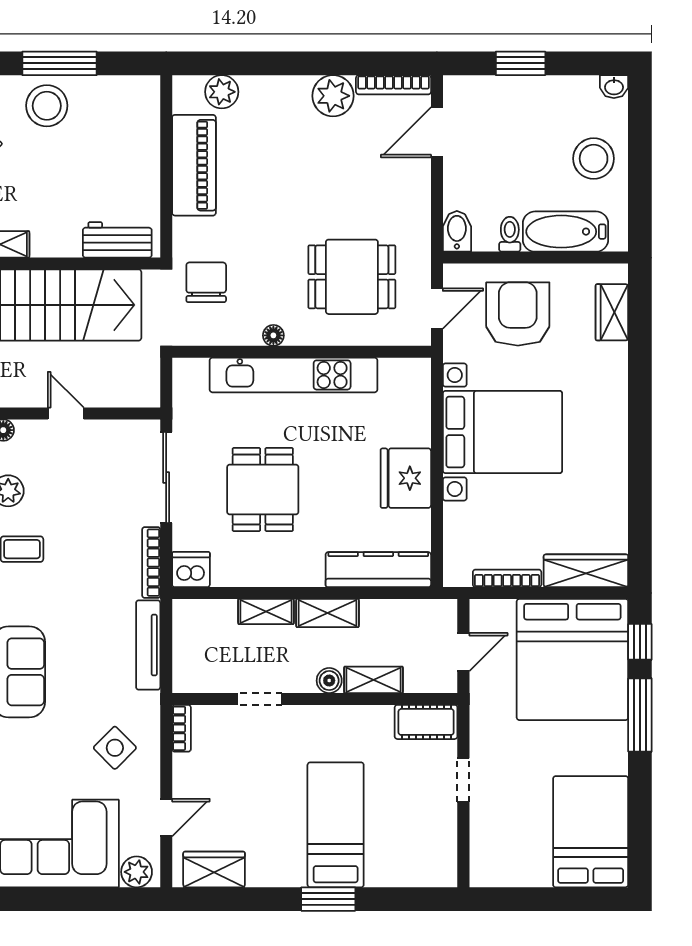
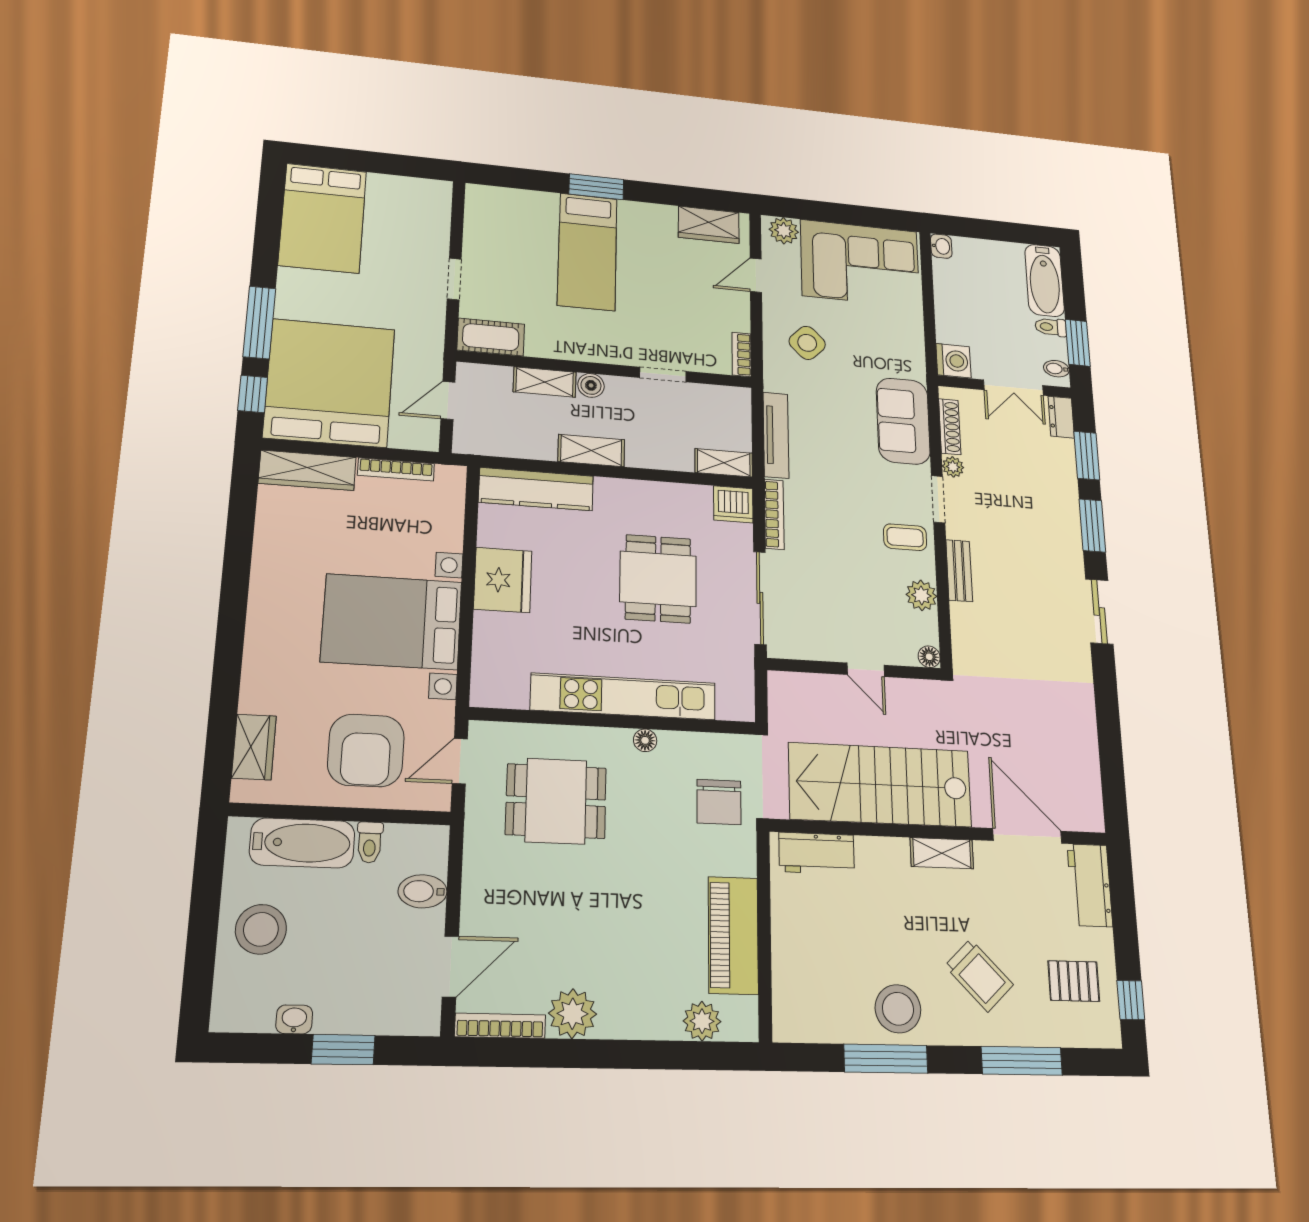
washbasin: (614, 87) -> (294, 1019), moved
bidet: (457, 231) -> (423, 891), moved, turned 90
shelving: (266, 611) -> (724, 463), moved

